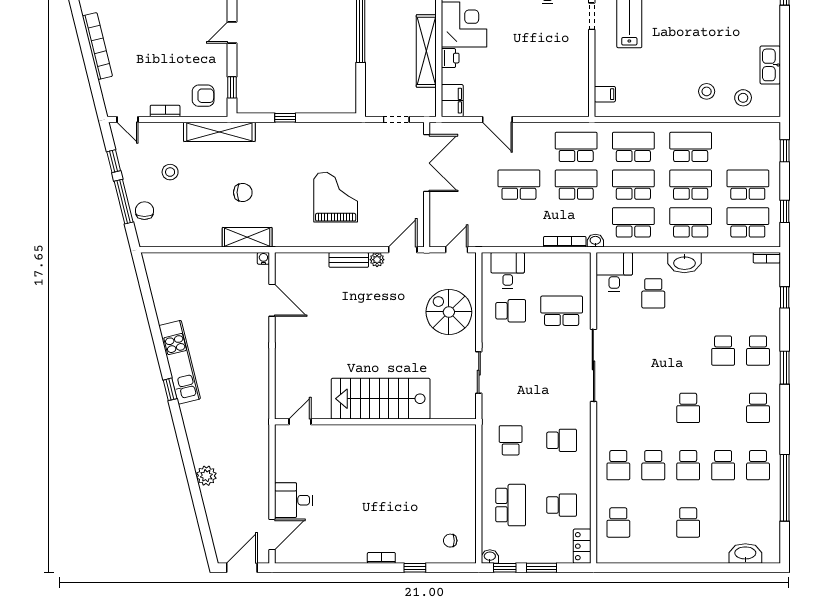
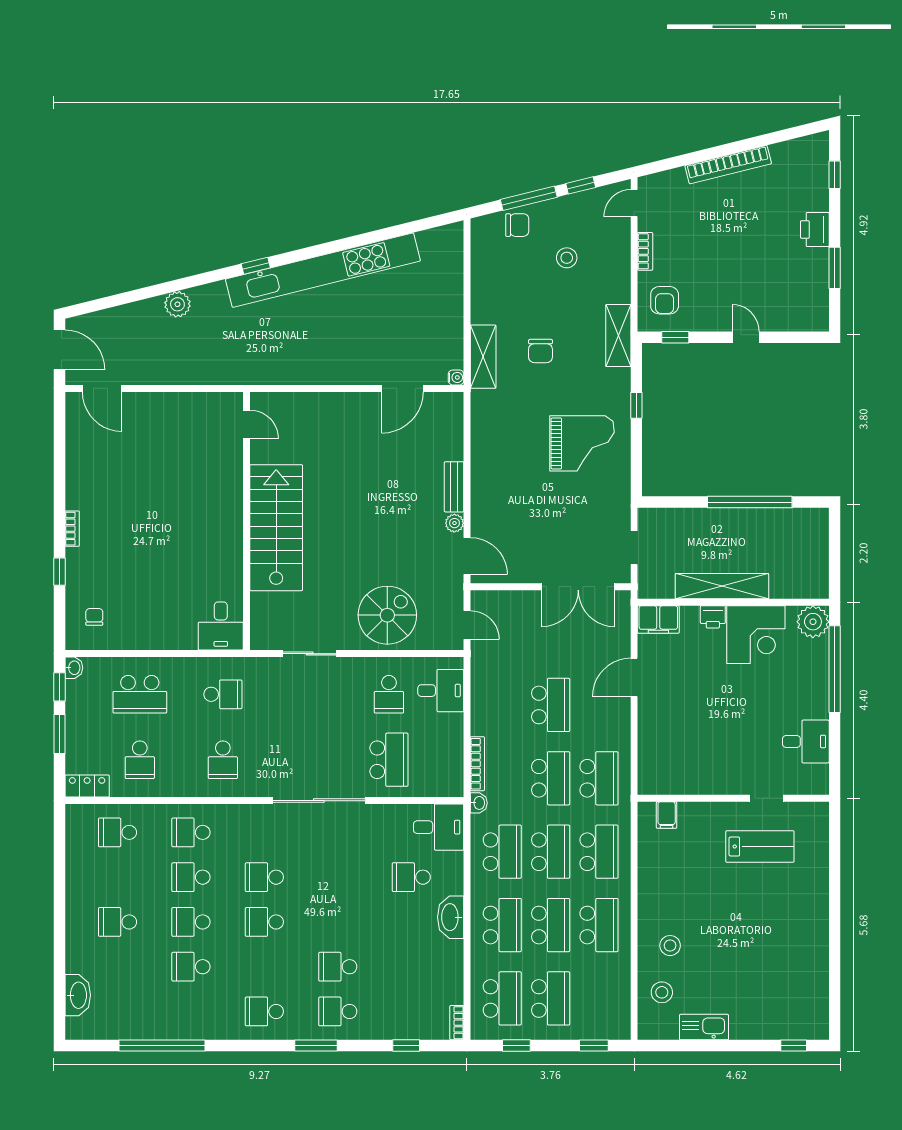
shelving: (219, 132) -> (618, 336), width x0.68
grand piano: (336, 197) -> (582, 443), moved
kitchen unit: (180, 362) -> (323, 270), width x1.86
window: (170, 389) -> (256, 266), moved
school desk: (758, 465) -> (264, 877), moved
desk: (293, 500) -> (221, 626), moved, turned 180

